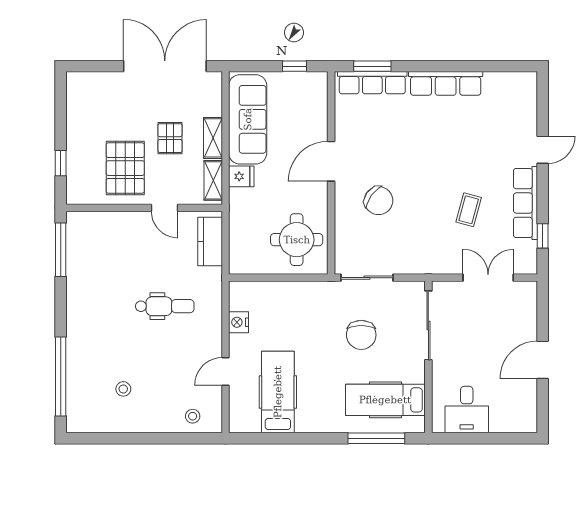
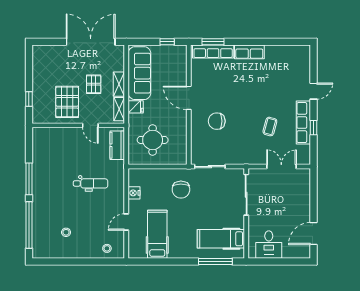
row of seats: (446, 83) -> (249, 52), width x0.68
door: (331, 161) -> (189, 98), hinge flipped
chair: (379, 201) -> (217, 121), turned 144
window: (543, 236) -> (314, 128), moved
round table: (297, 240) -> (153, 140), moved
window: (61, 250) -> (29, 179), moved
chair: (361, 335) -> (181, 190), moved
door: (543, 360) -> (314, 234), moved

